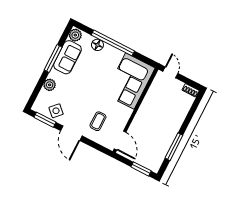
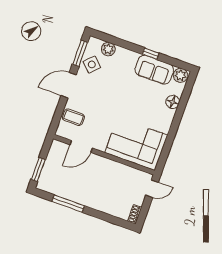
window: (113, 43) -> (177, 119), removed
window: (53, 58) -> (151, 54), width x0.46
plant: (50, 85) -> (108, 49), moved
coffee table: (98, 121) -> (73, 117), moved
door: (120, 141) -> (81, 146), moved

